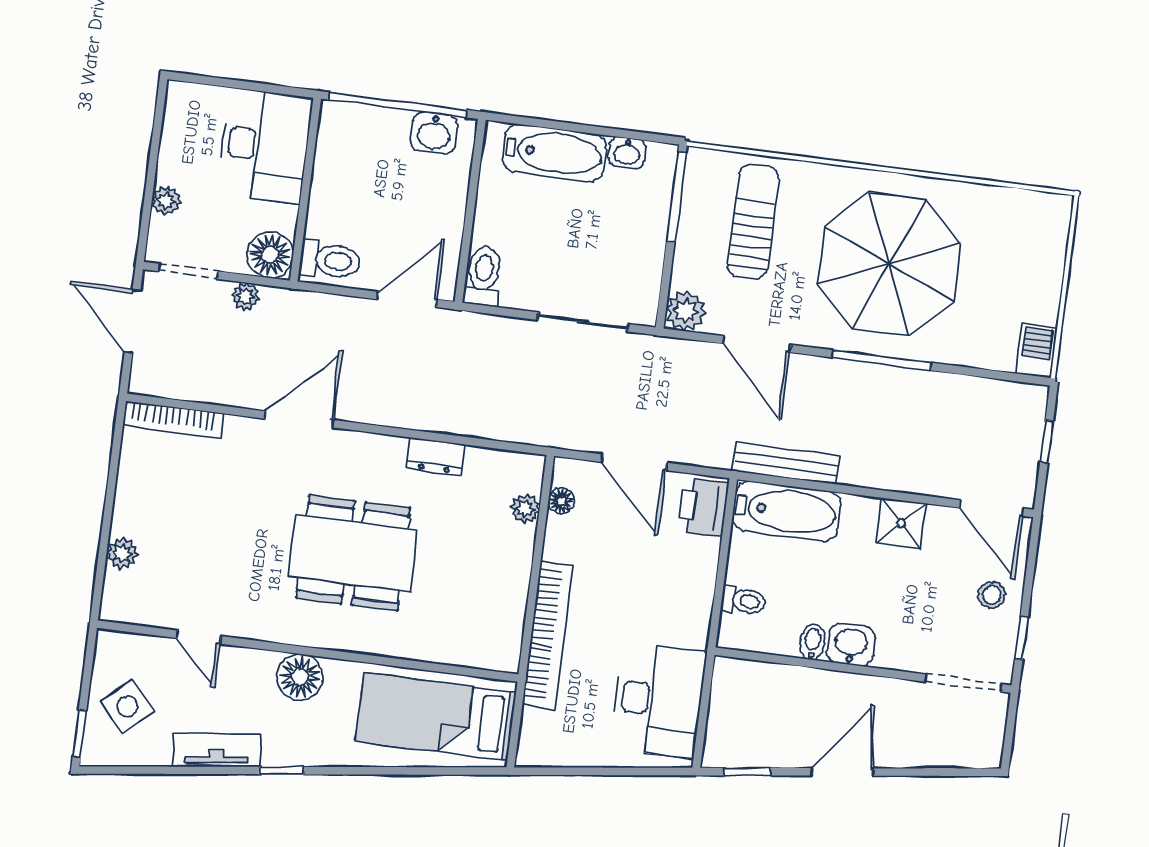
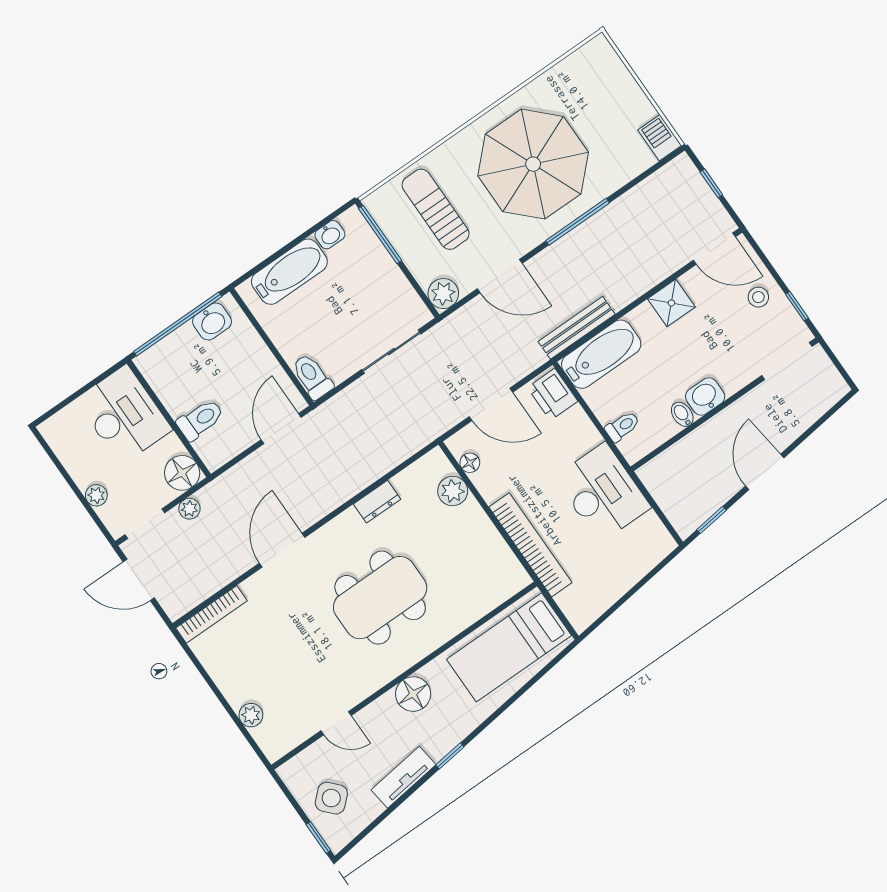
toilet: (330, 260) -> (200, 420), moved
plant: (525, 508) -> (453, 491), width x1.38, depth x1.38
desk: (658, 700) -> (602, 492), moved

